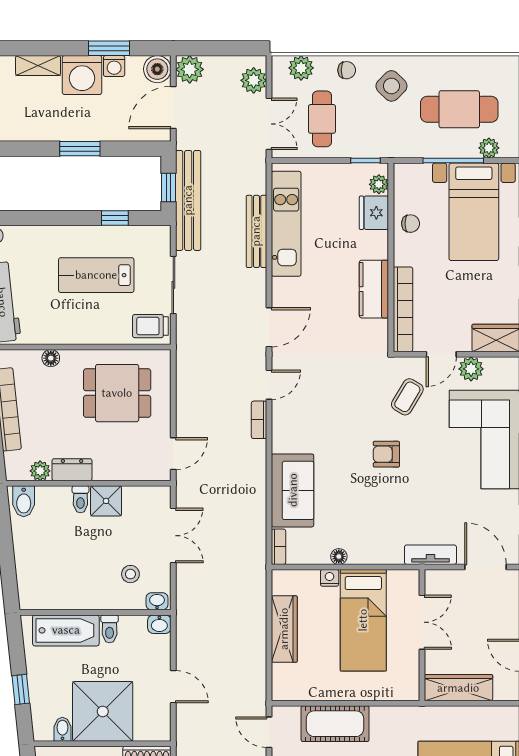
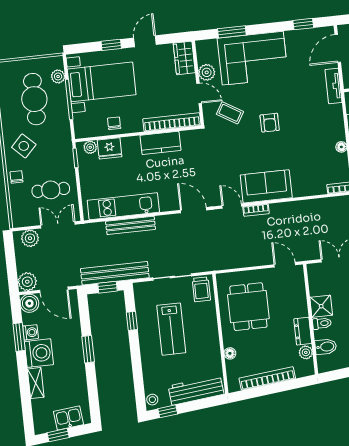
plant: (301, 68) -> (18, 208), removed
sofa: (293, 490) -> (266, 186), moved
bidet: (24, 501) -> (326, 347), moved

